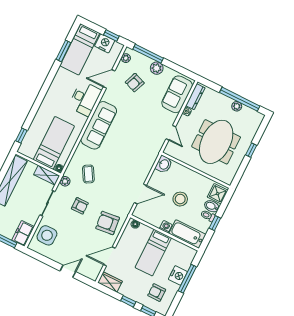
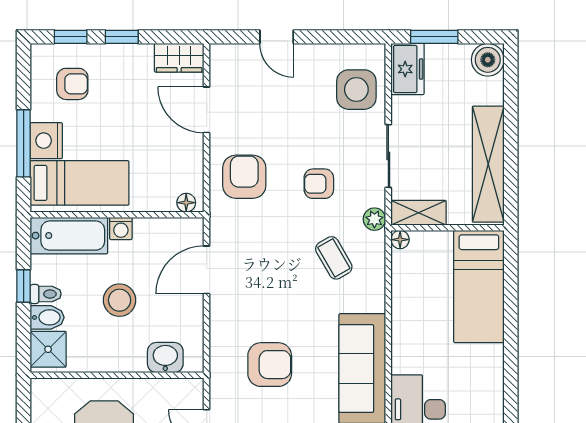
window: (21, 136) -> (511, 268), removed
bed: (54, 143) -> (479, 287), moved
armchair: (134, 145) -> (270, 365), added
washbasin: (164, 164) -> (165, 358), moved, turned 90
armchair: (108, 223) -> (244, 177), turned -84
bed: (153, 253) -> (80, 183), moved, turned 90
door: (109, 256) -> (207, 110), swing flipped
door: (68, 271) -> (277, 37), hinge flipped

